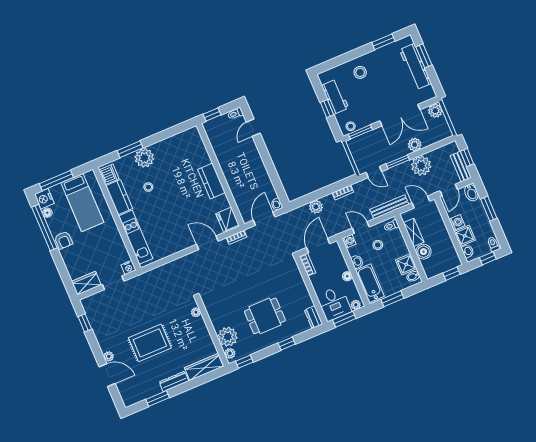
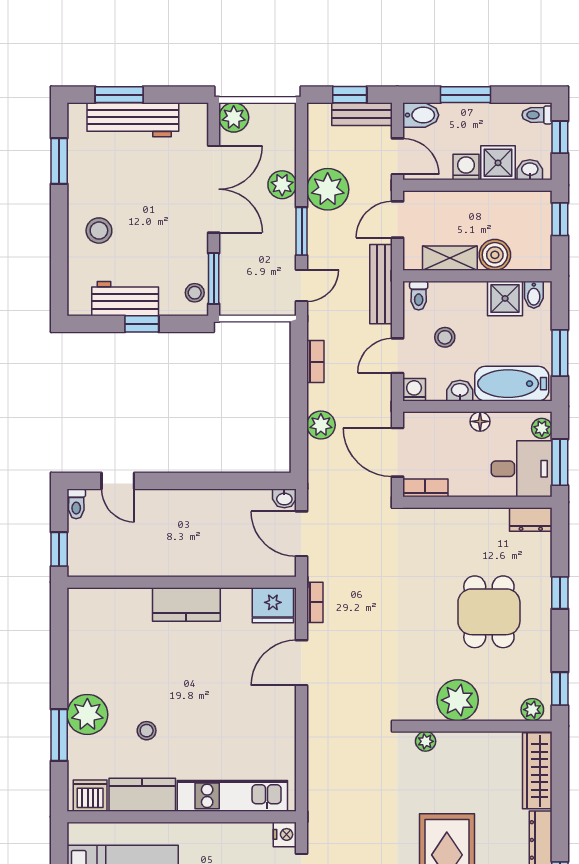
plant: (228, 337) -> (458, 700), moved

